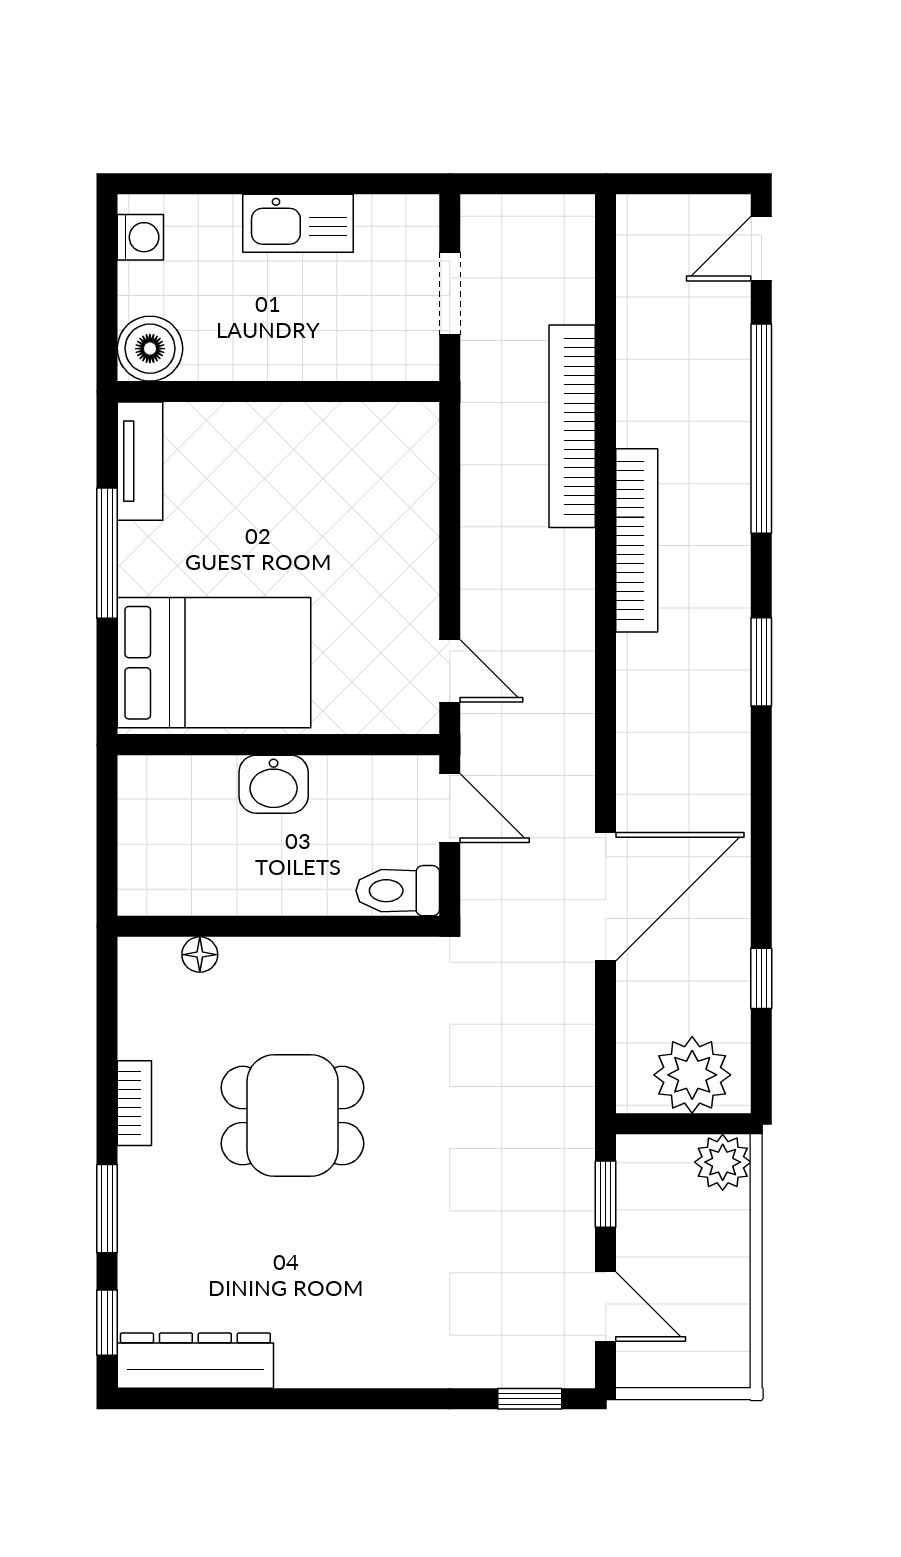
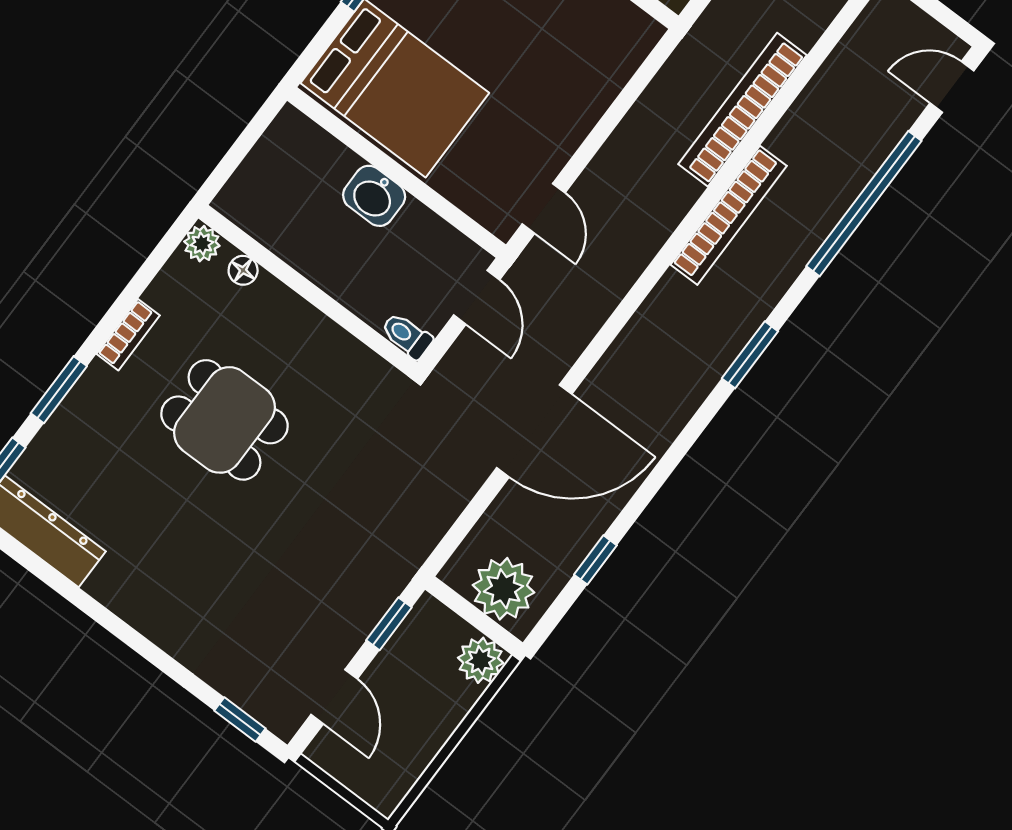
toilet: (398, 891) -> (407, 336), width x0.73, depth x0.72
plant: (140, 959) -> (202, 244), added

